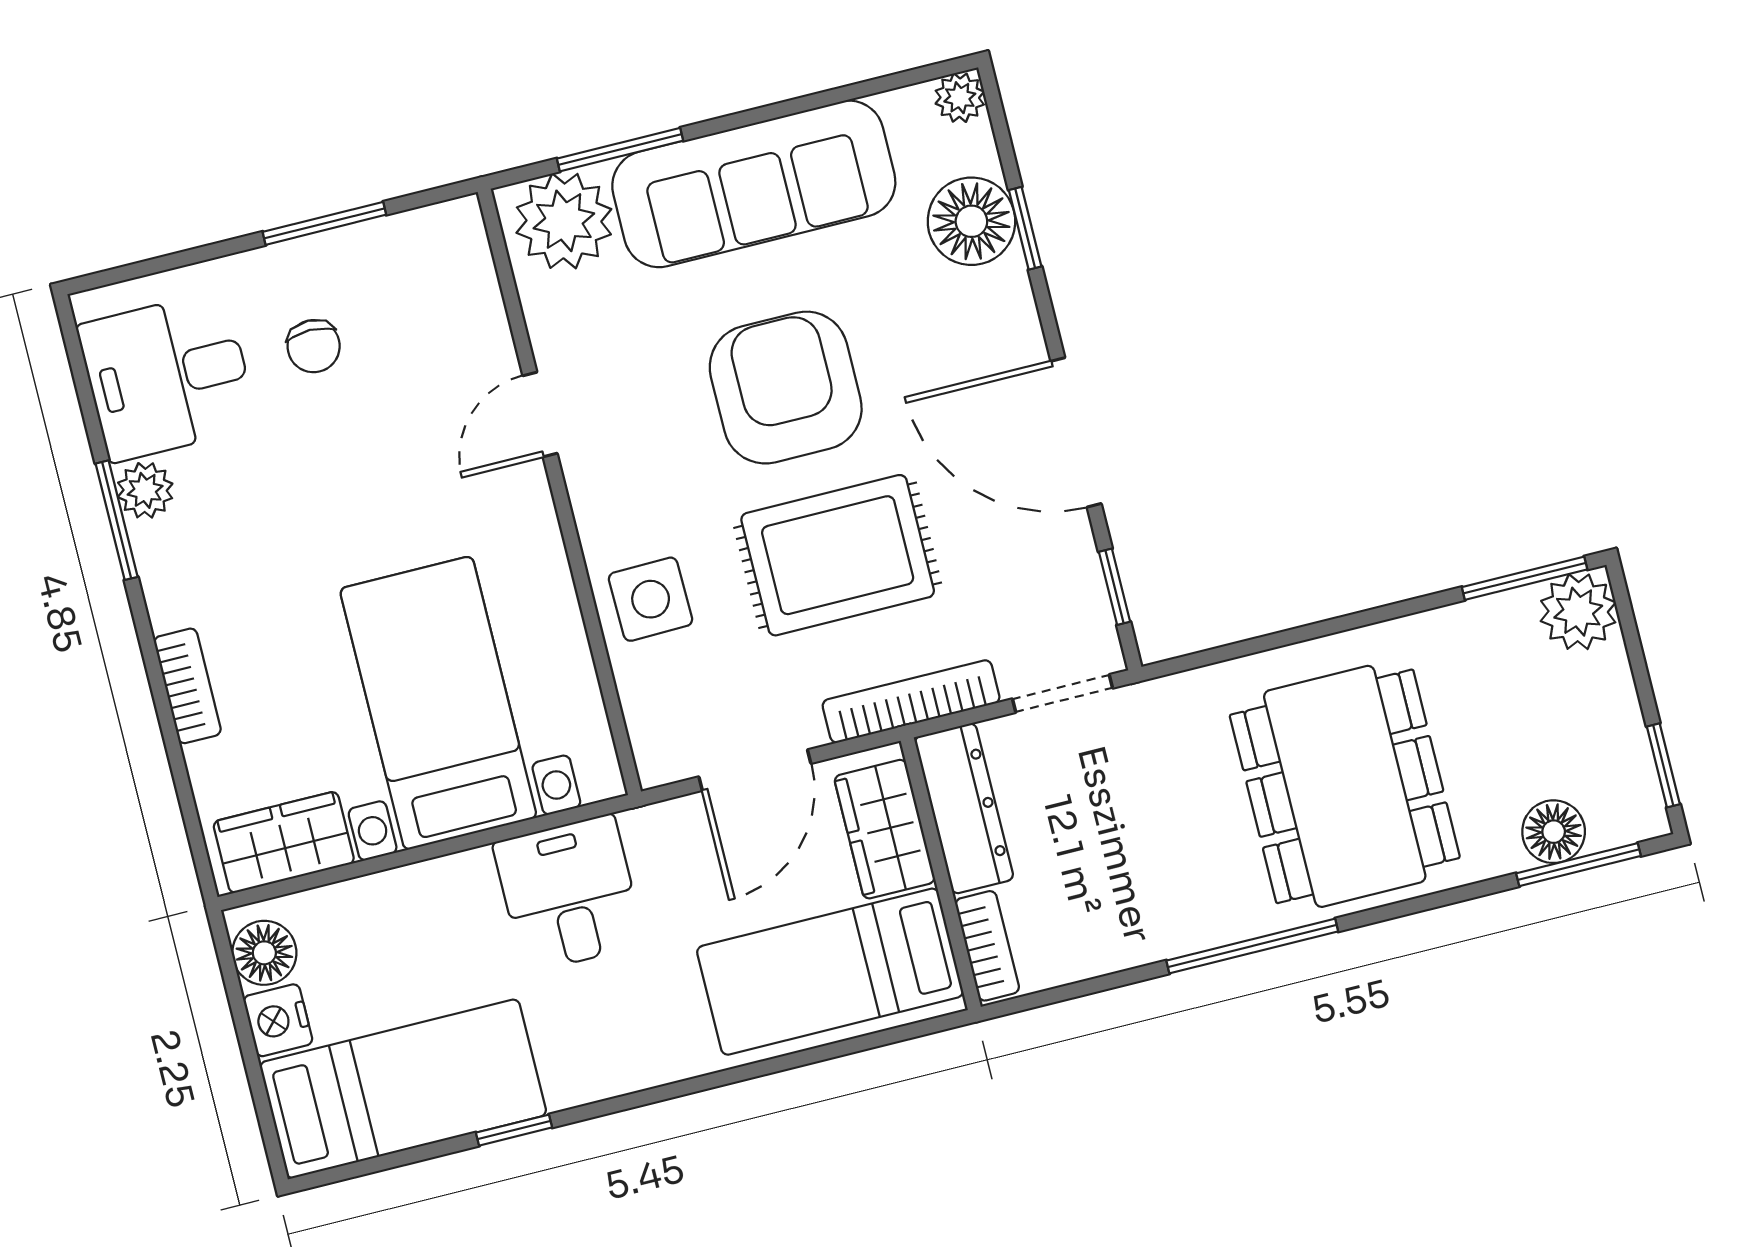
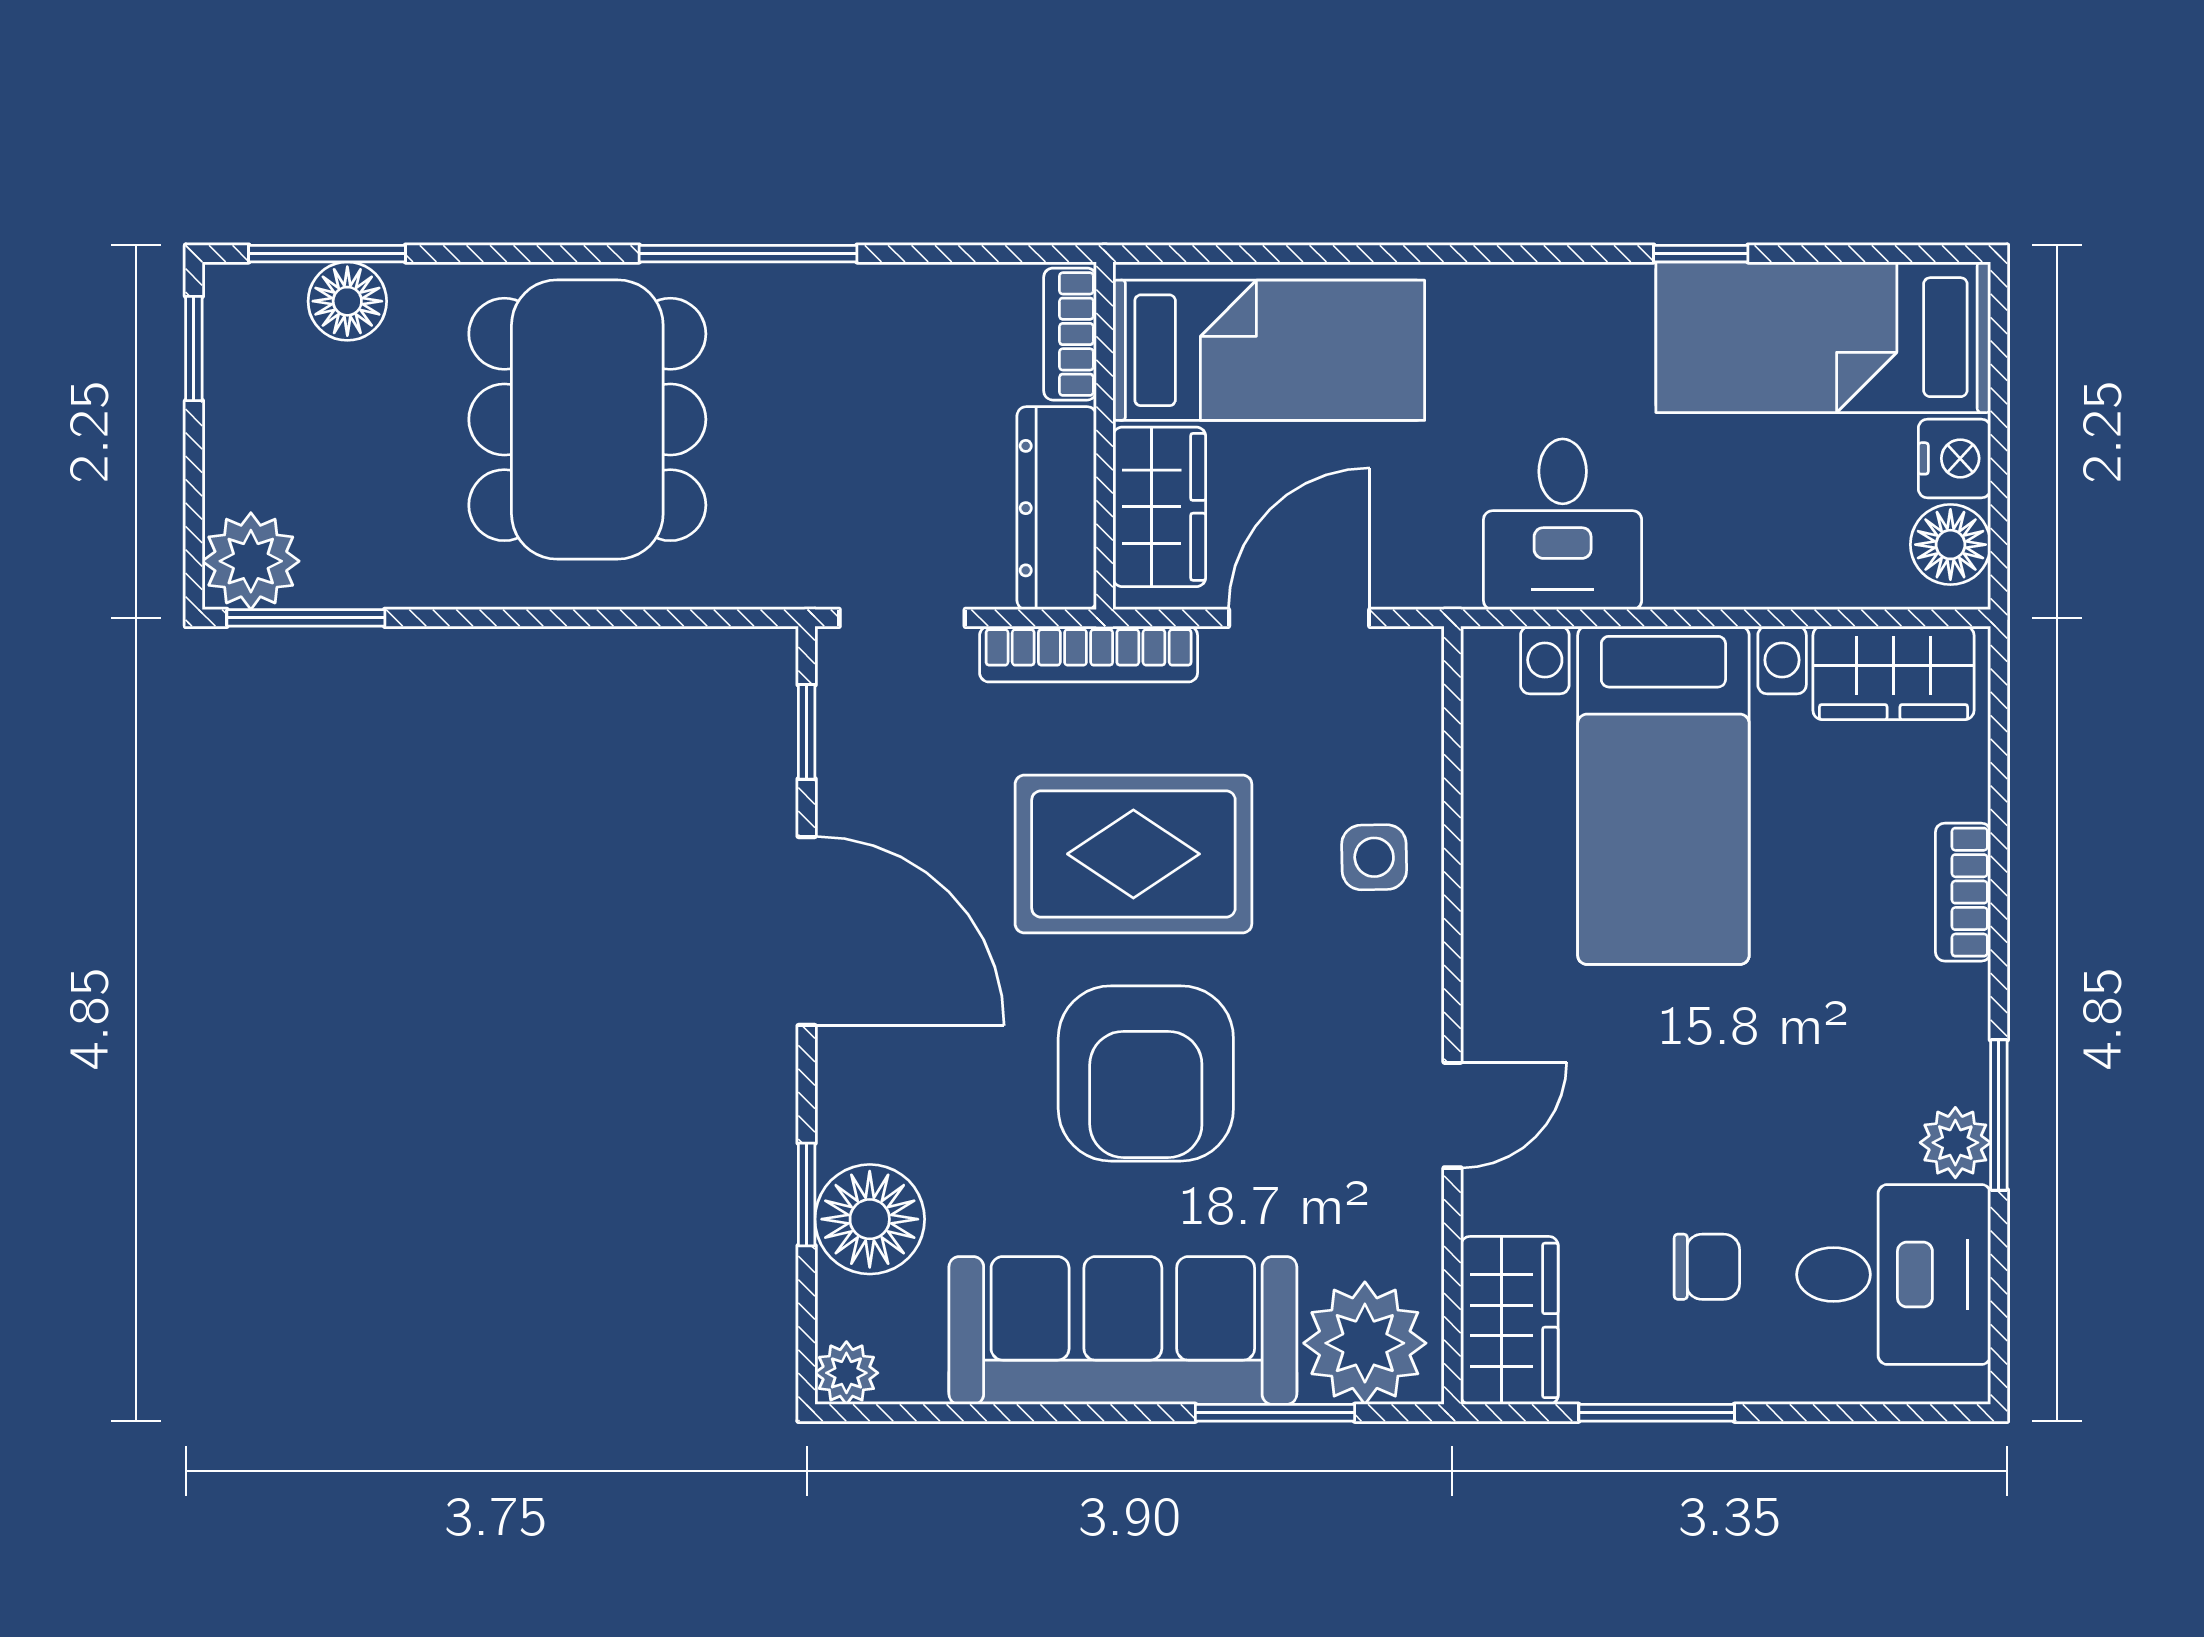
wardrobe: (456, 266) -> (1509, 1320), added
chair: (314, 346) -> (1707, 1267), turned 90
side table: (651, 599) -> (1374, 857), width x0.73, depth x0.73

